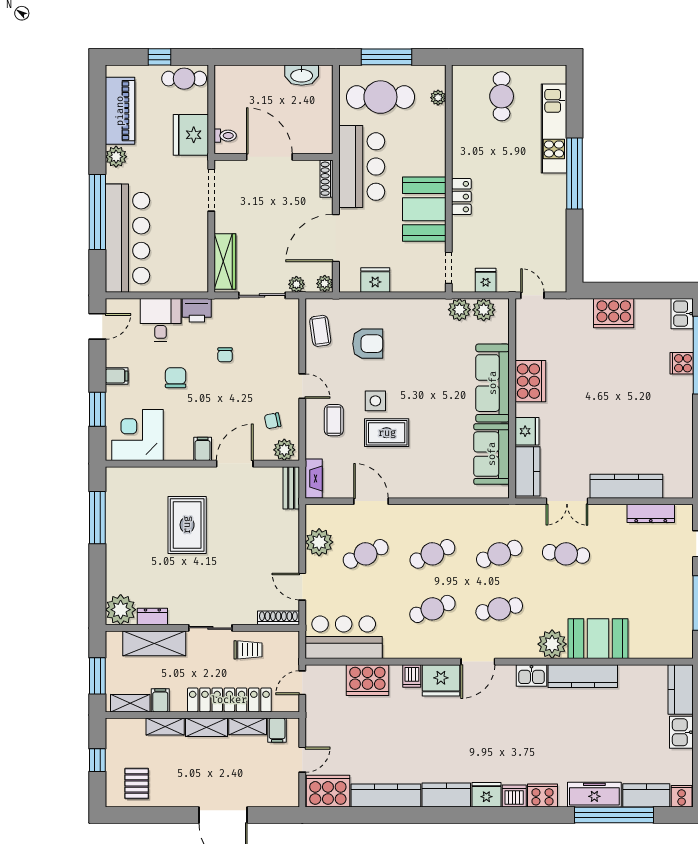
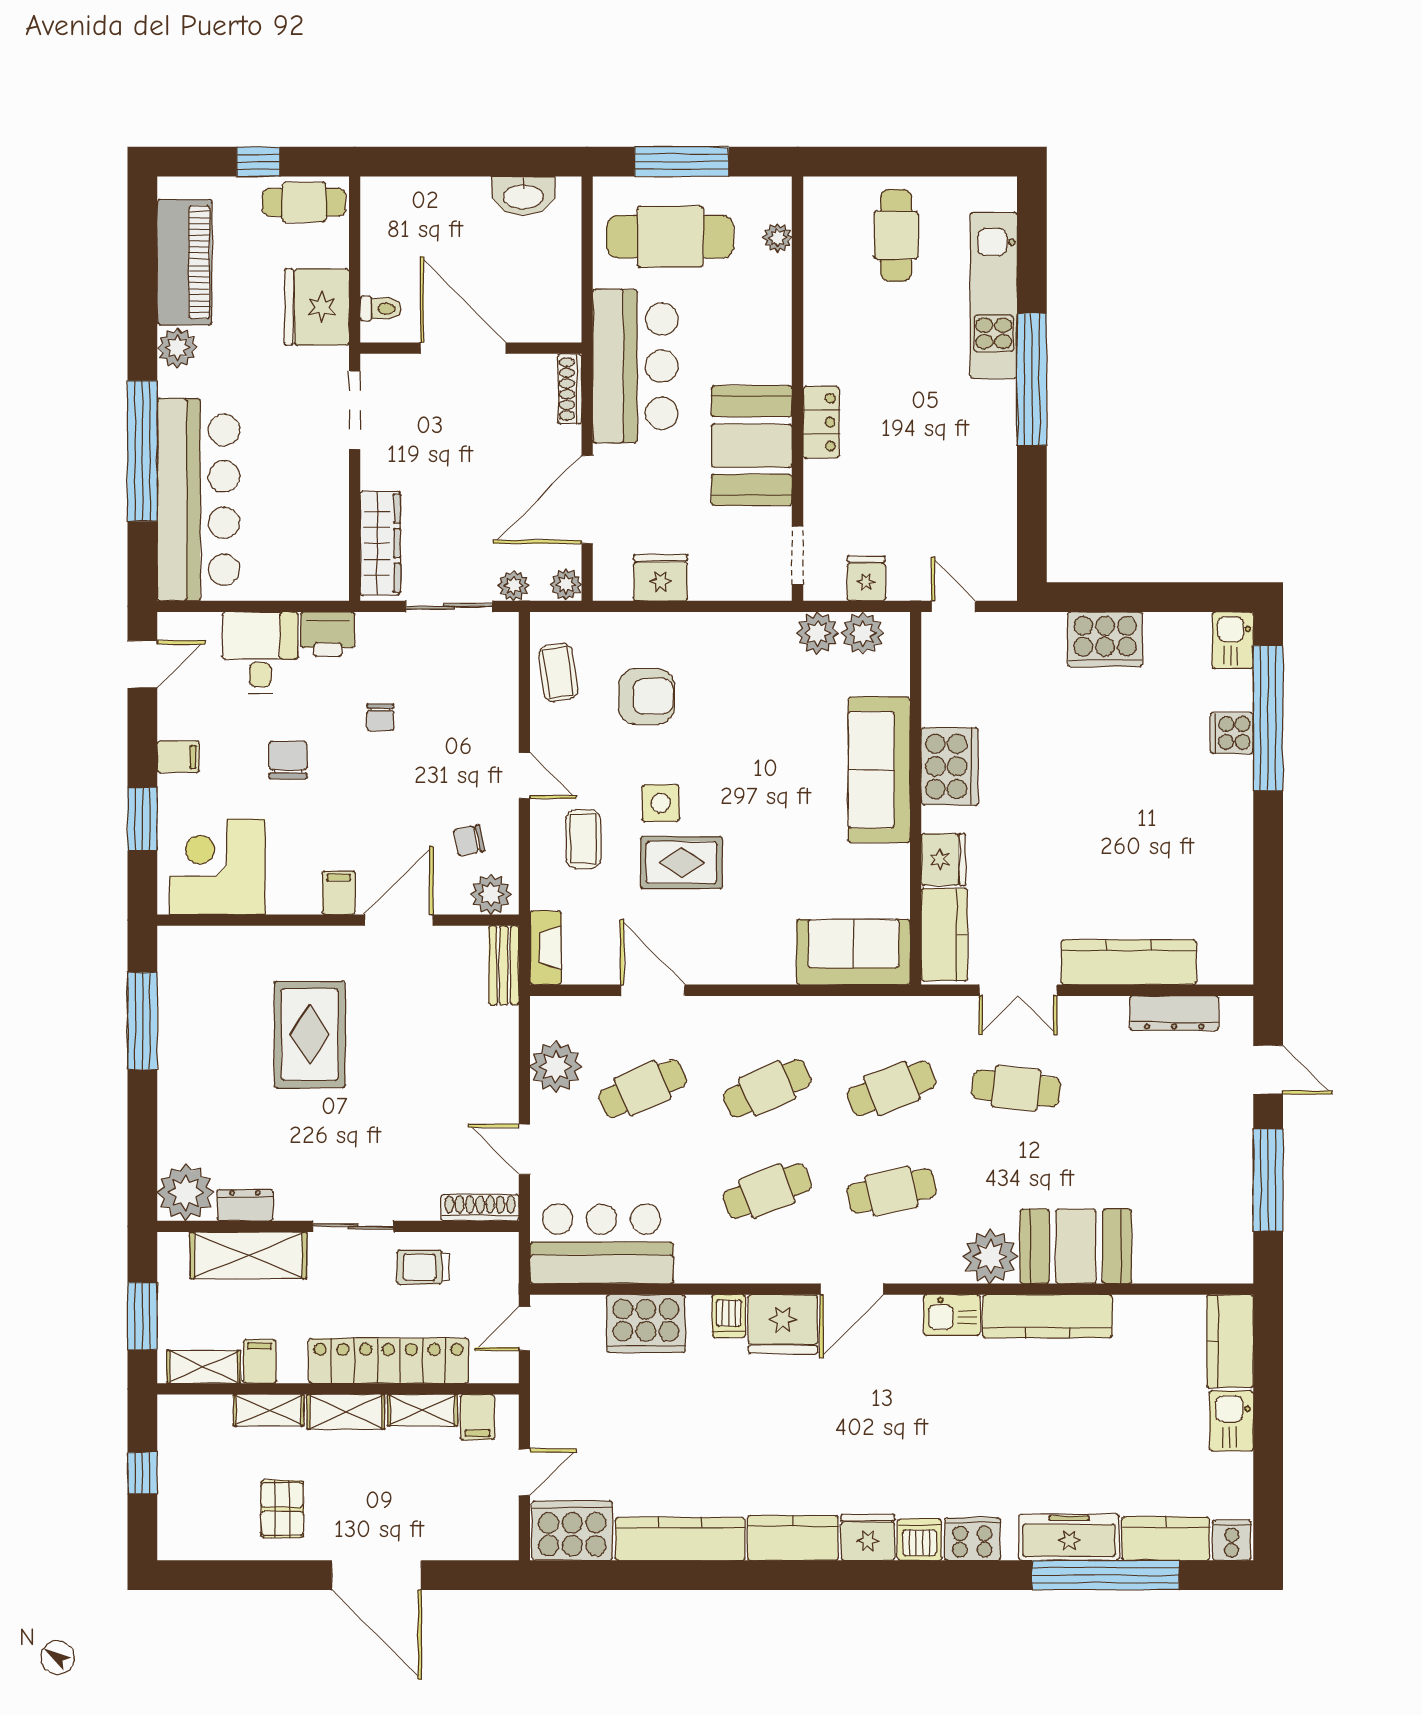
sofa: (492, 454) -> (853, 952), moved, turned 90
trolley: (248, 650) -> (423, 1267), turned 180
pallet: (137, 783) -> (282, 1509), moved

